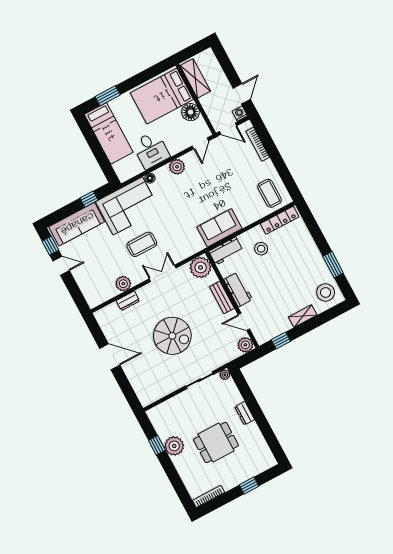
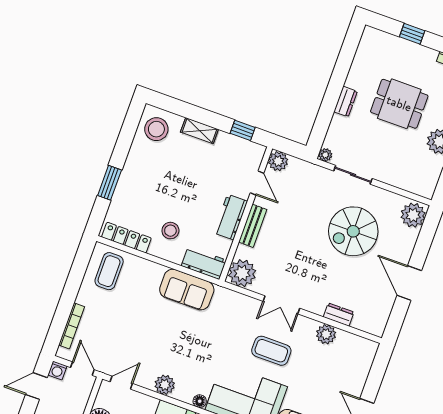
window: (333, 265) -> (110, 183), moved
spiral stairs: (172, 336) -> (353, 231), moved, turned -90
plant: (146, 394) -> (413, 215), added

